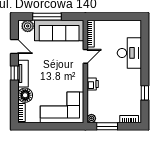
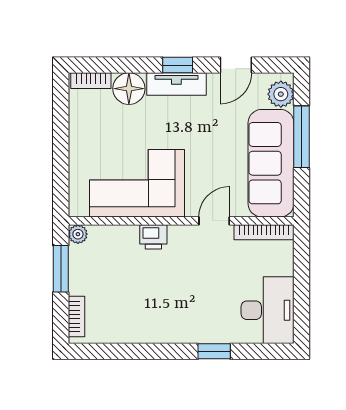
desk: (129, 53) -> (268, 310), moved, turned -90
door: (85, 56) -> (214, 221), swing flipped
window: (145, 93) -> (214, 351), moved
corner sofa: (62, 107) -> (137, 183), moved, turned -90

